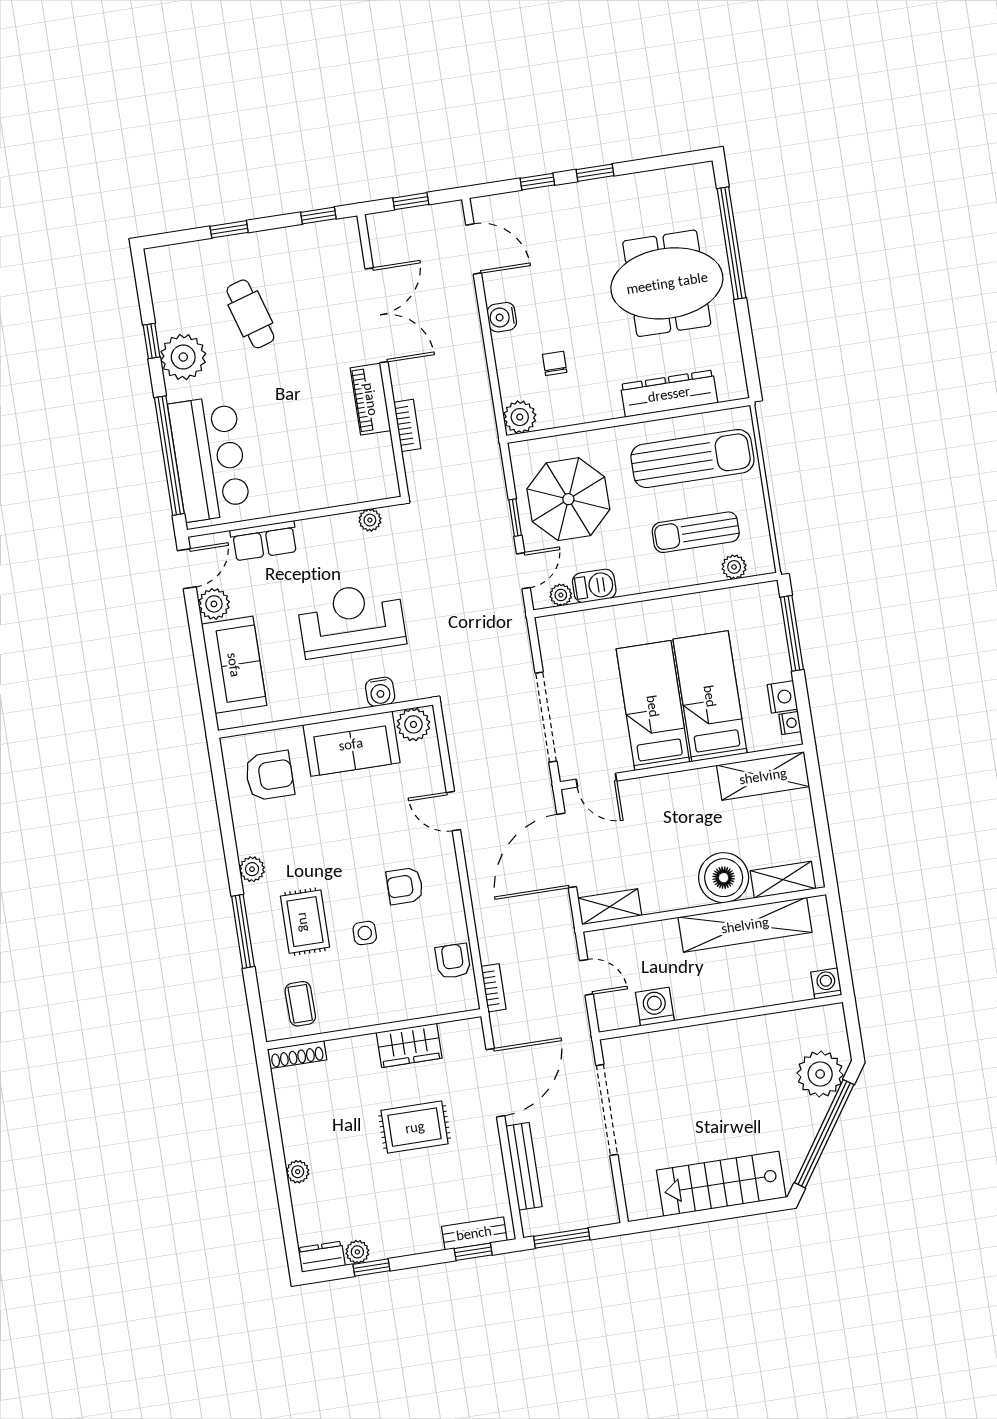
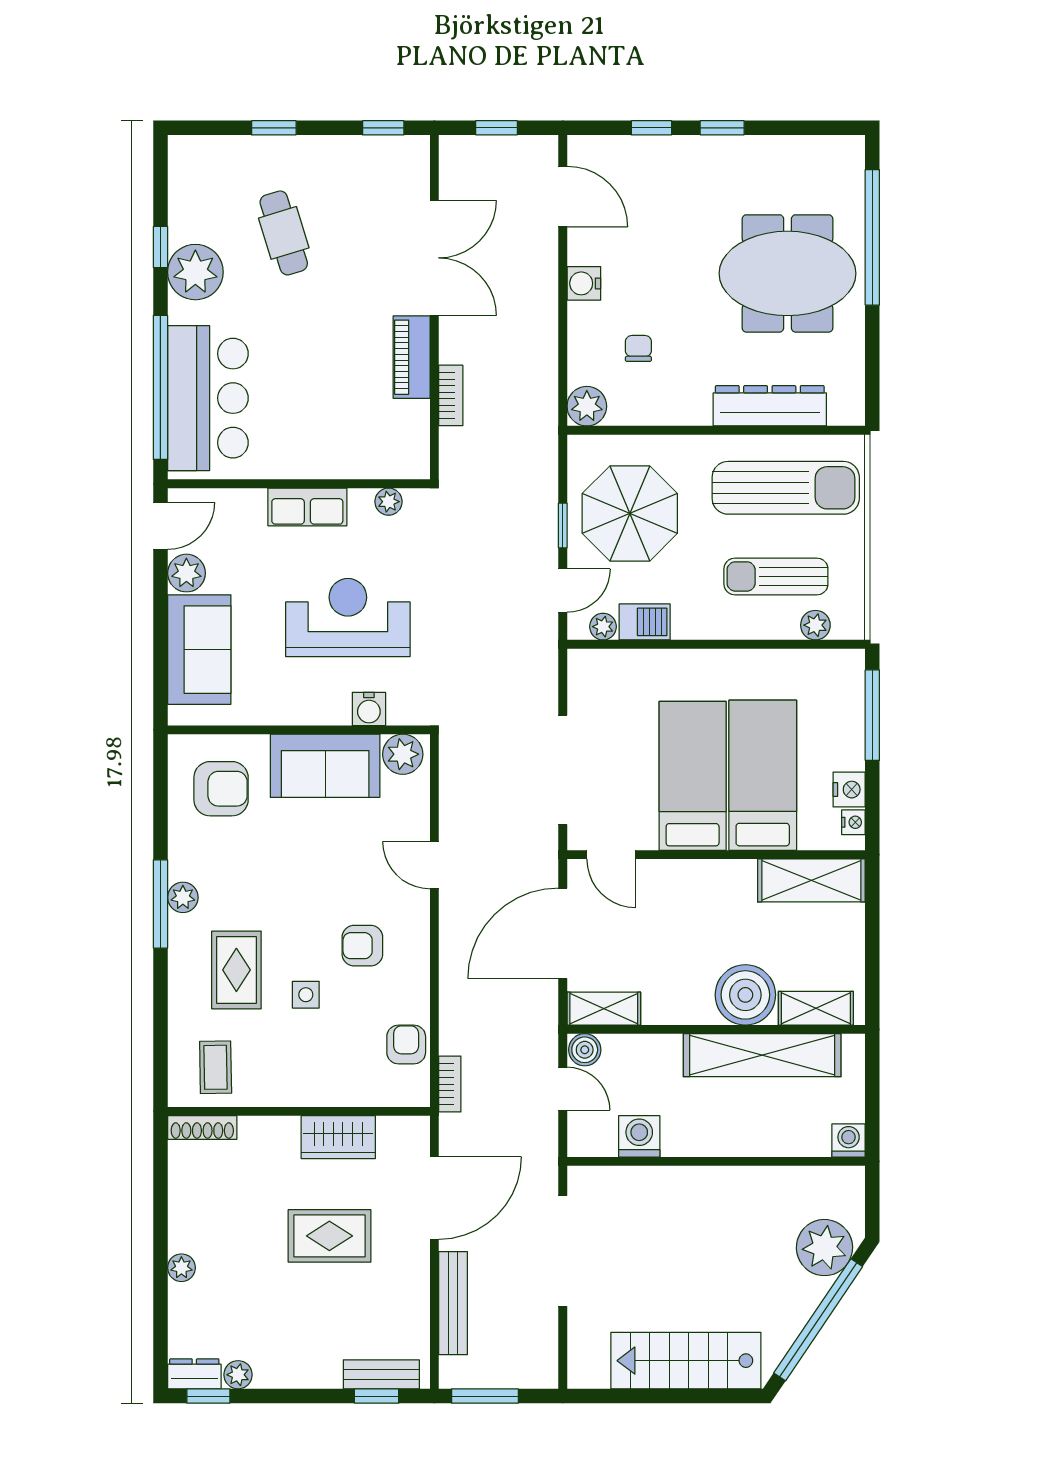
row of seats: (264, 541) -> (307, 507), moved
window: (243, 931) -> (160, 904), moved
boiler: (599, 943) -> (585, 1050), added
window: (371, 1268) -> (208, 1396), moved

